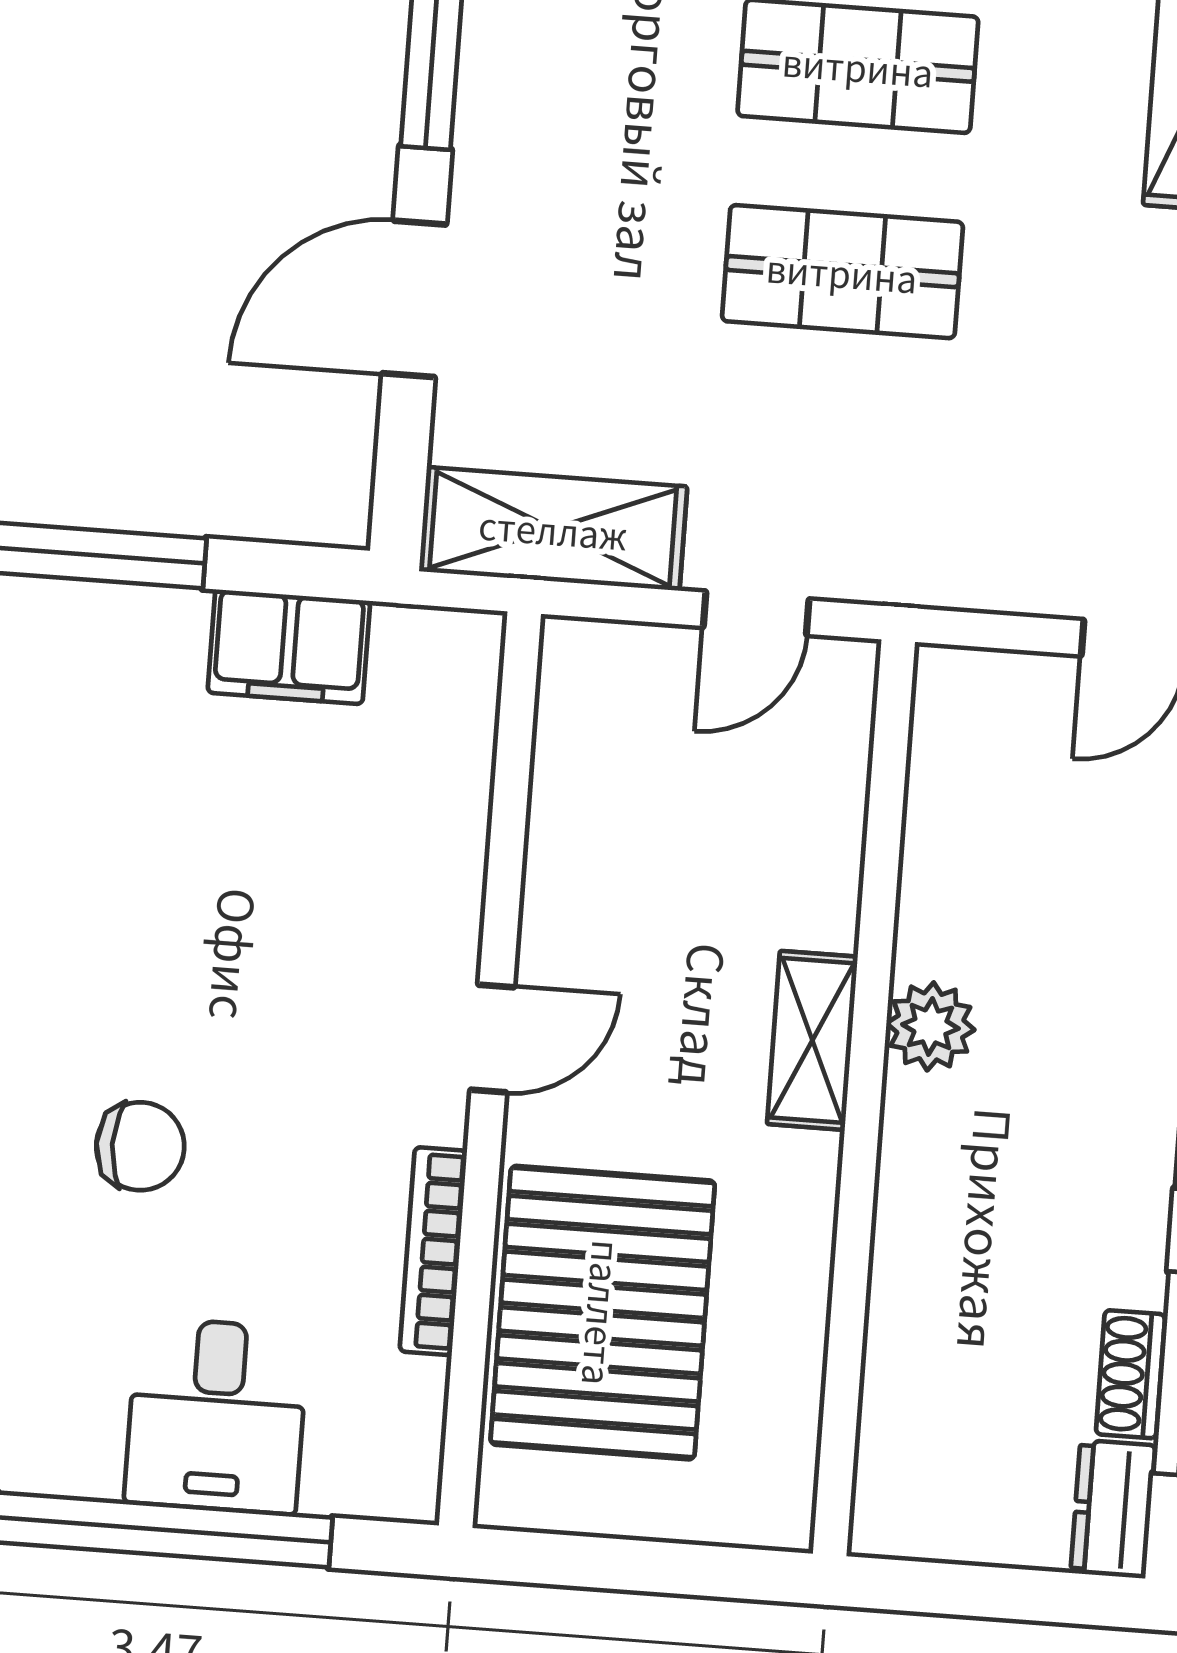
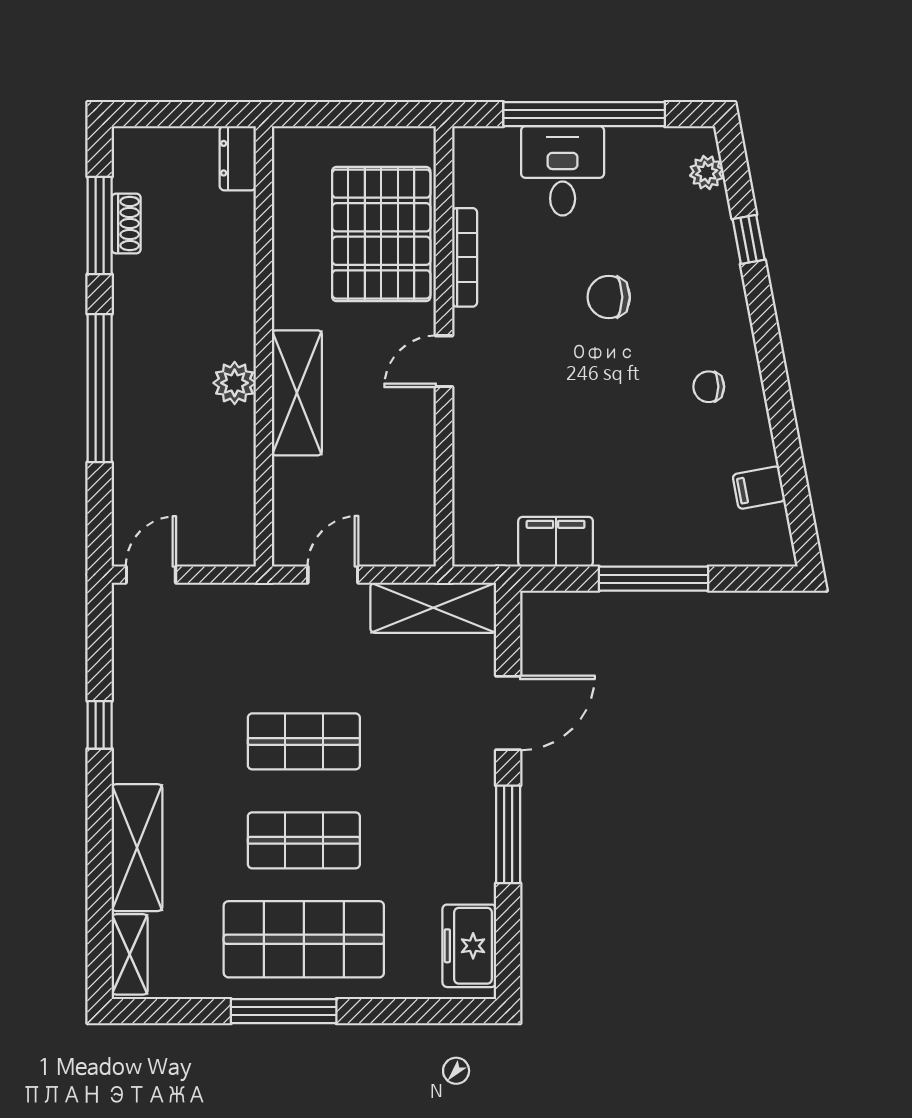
shelving: (812, 1040) -> (297, 393), width x1.50, depth x1.33
dresser: (1113, 1509) -> (238, 158), moved, turned 180

